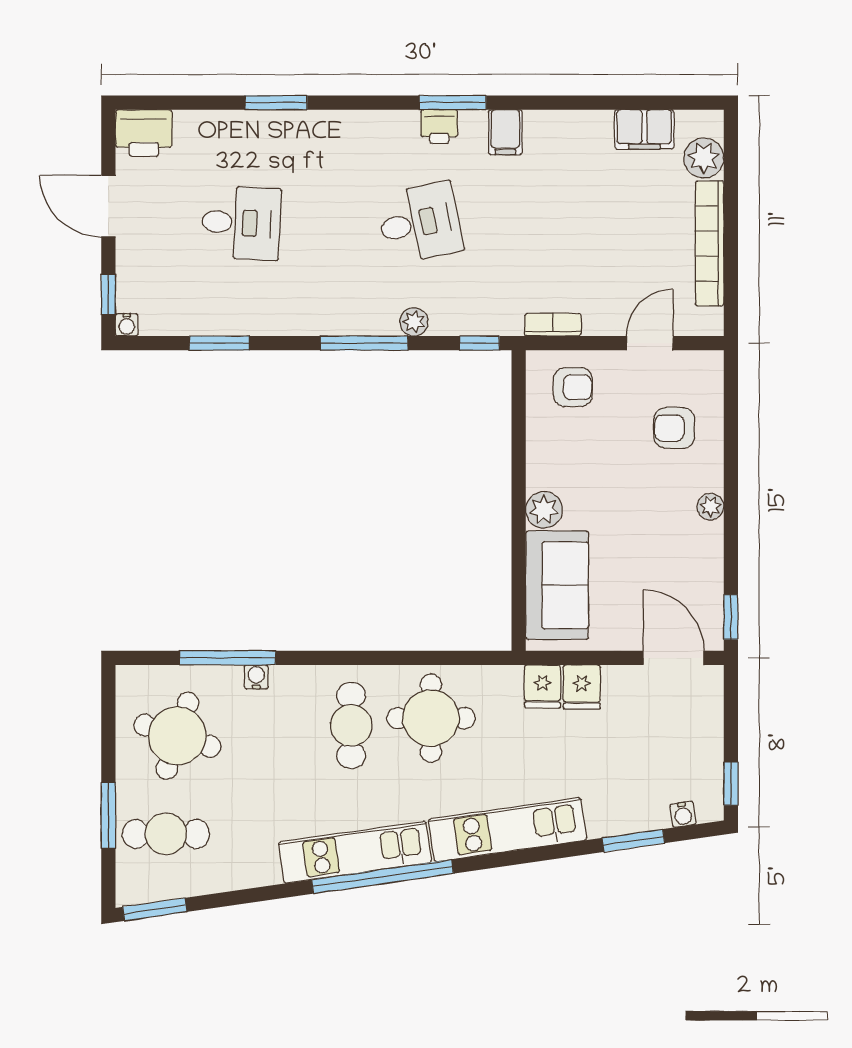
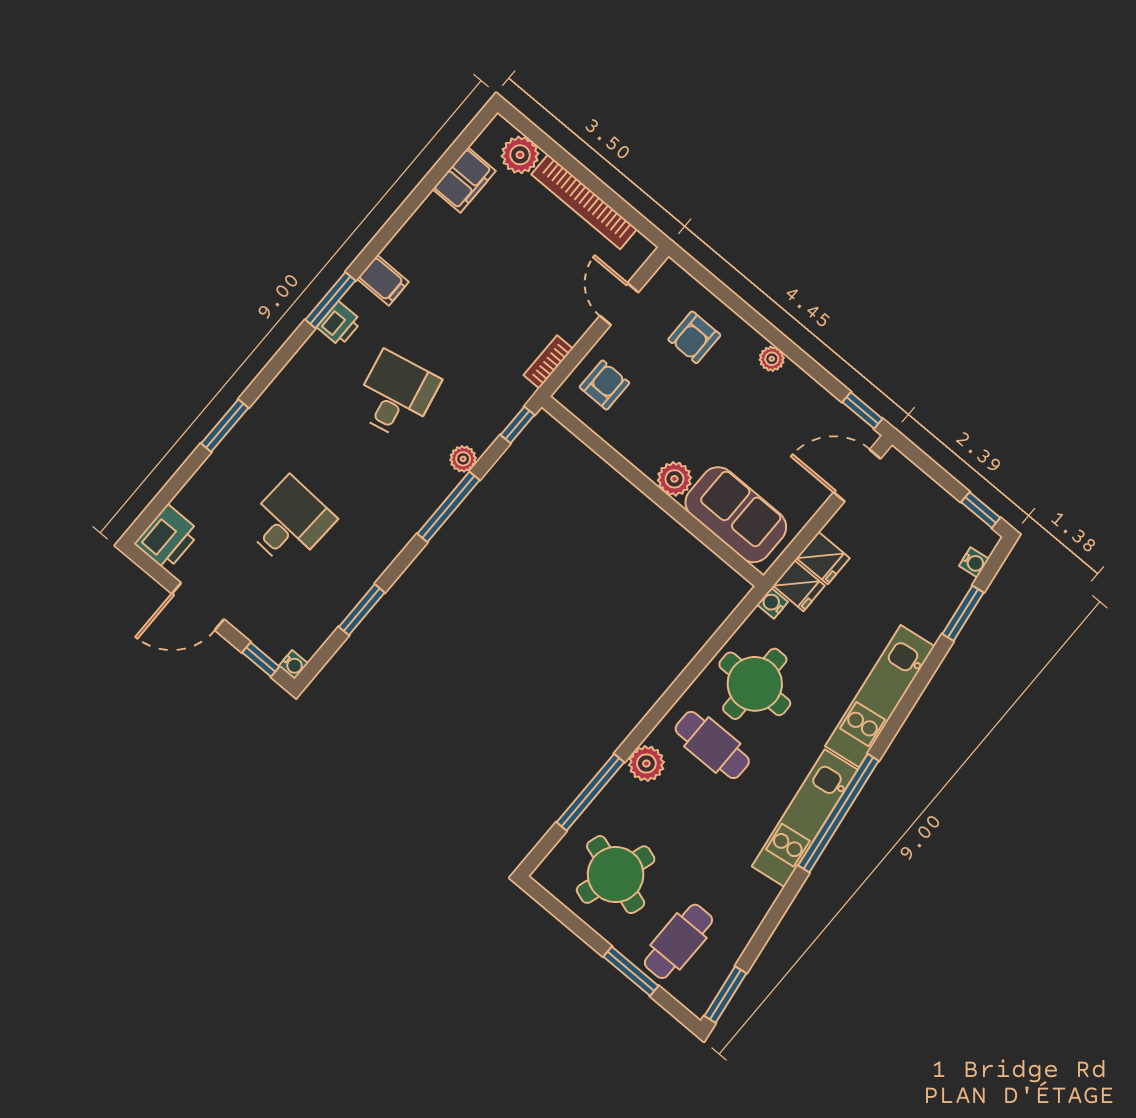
water cooler: (256, 677) -> (773, 603), moved
plant: (290, 684) -> (646, 764), added

